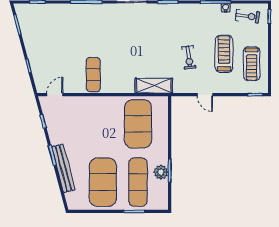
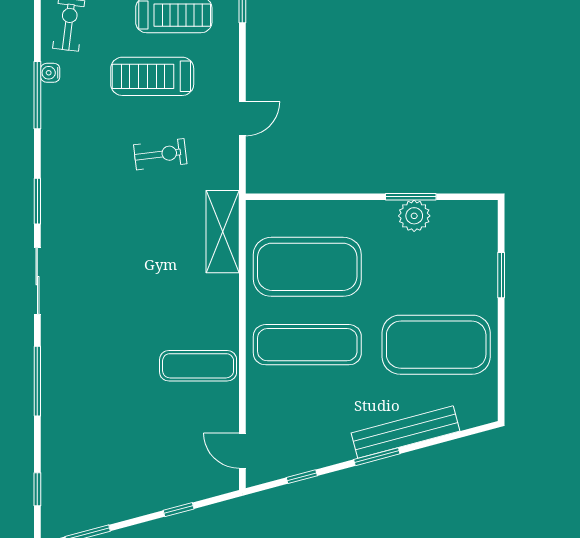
exercise mat: (138, 182) -> (307, 345), moved

